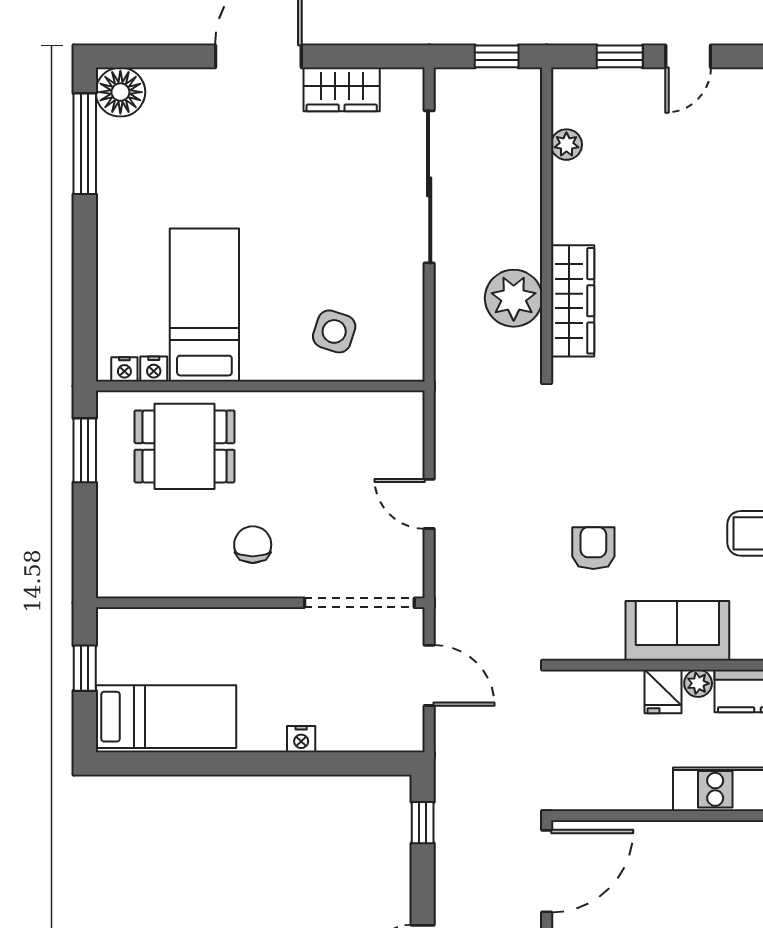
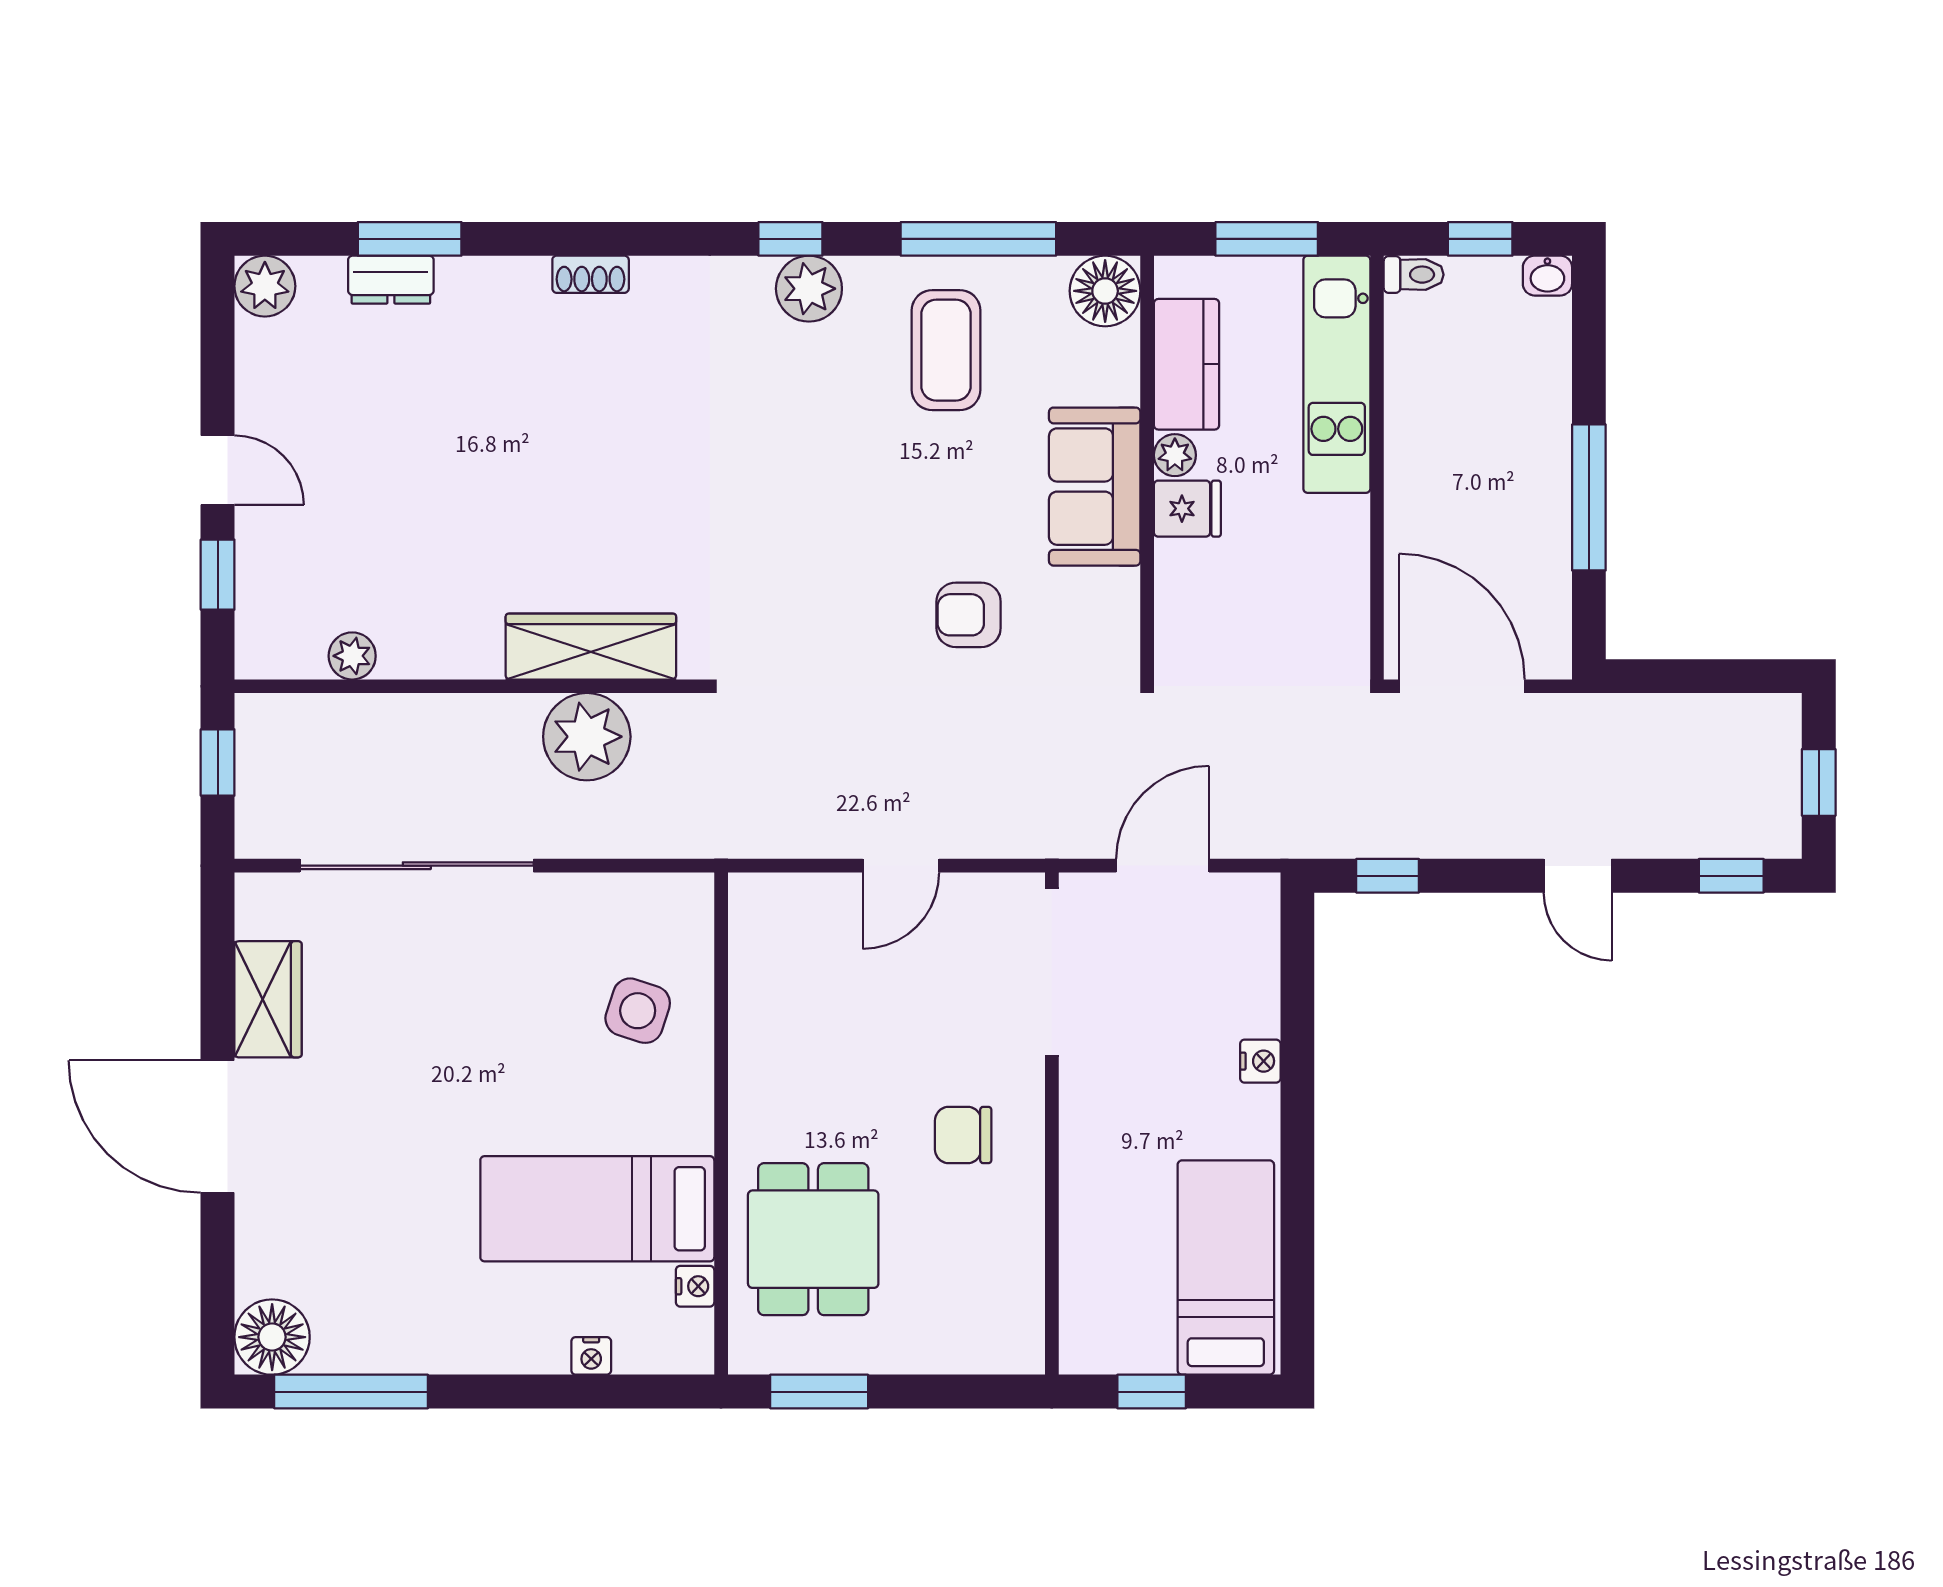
nightstand: (124, 369) -> (591, 1356), moved, turned 90

